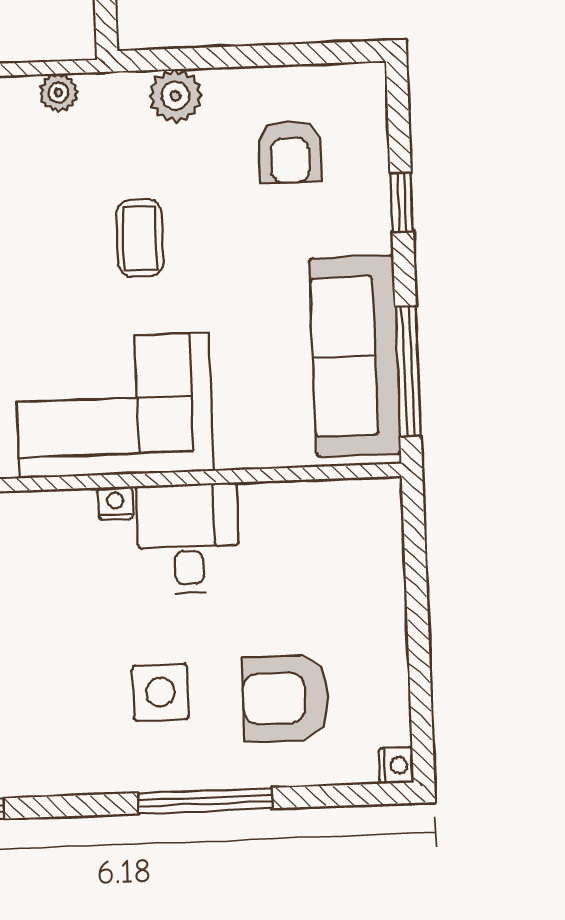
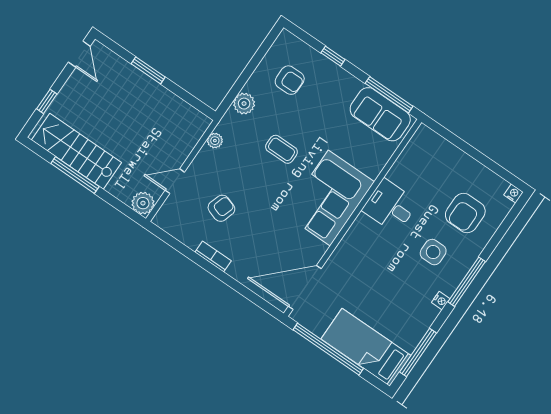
sofa: (355, 356) -> (380, 114), width x0.73
nightstand: (115, 503) -> (441, 301), moved, turned 180
window: (206, 801) -> (467, 282), moved

